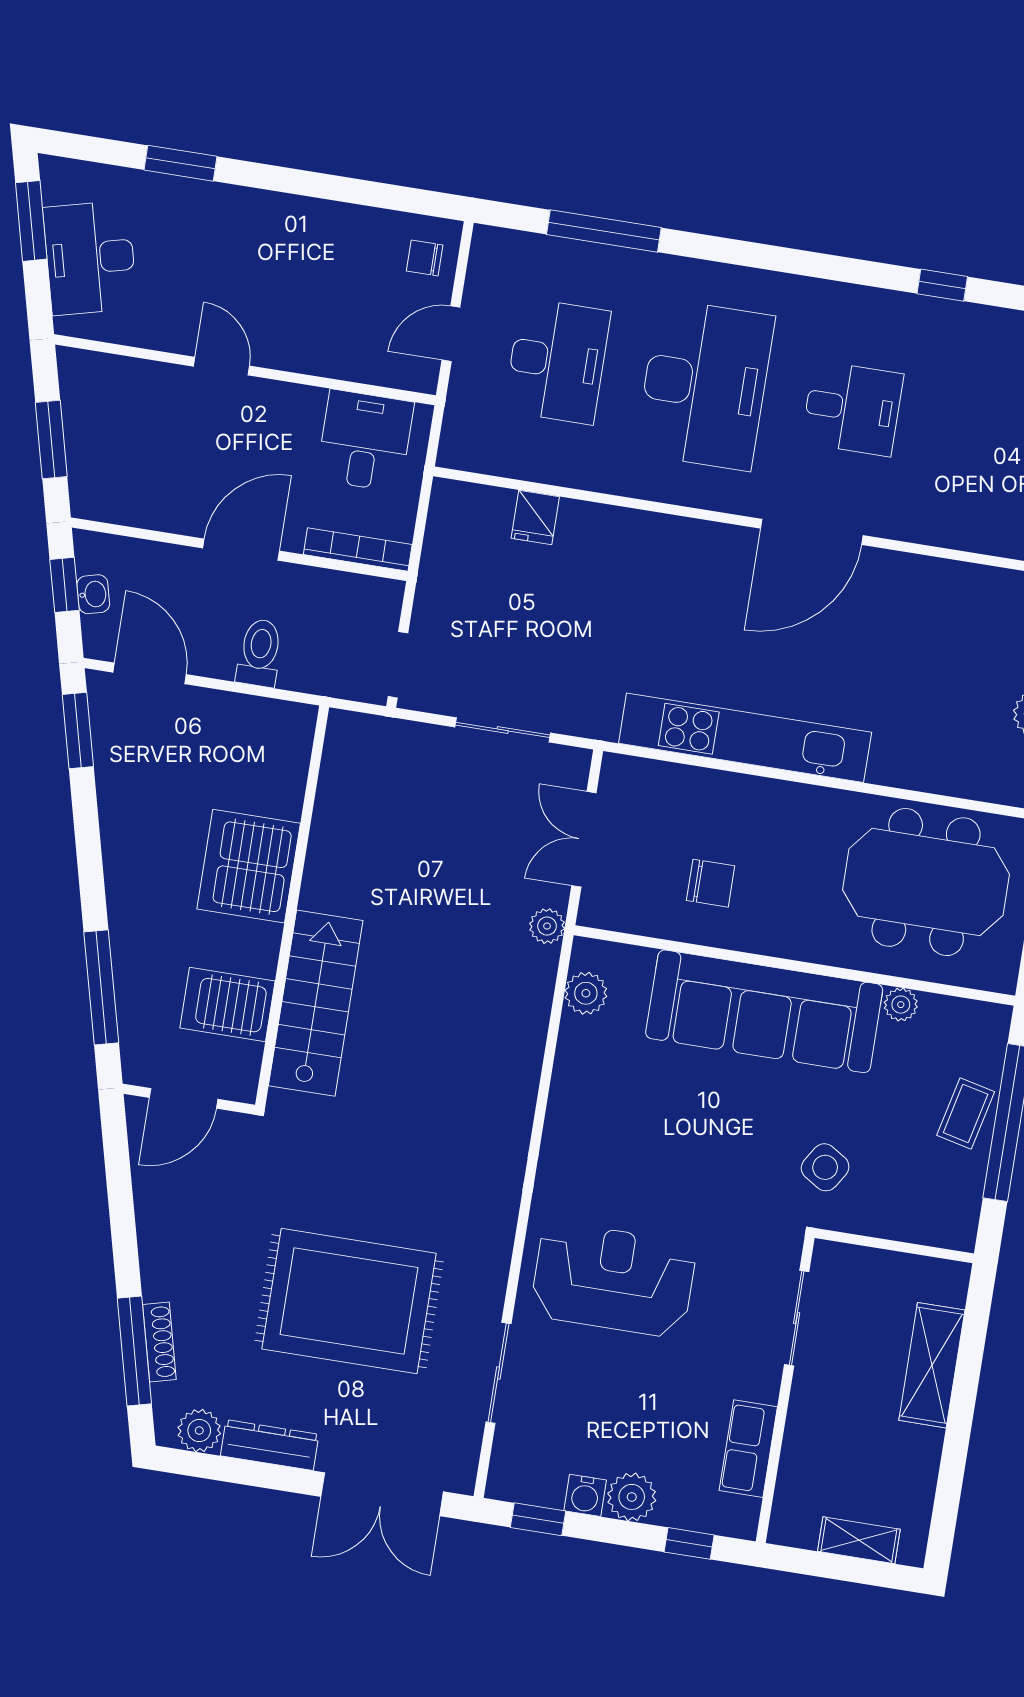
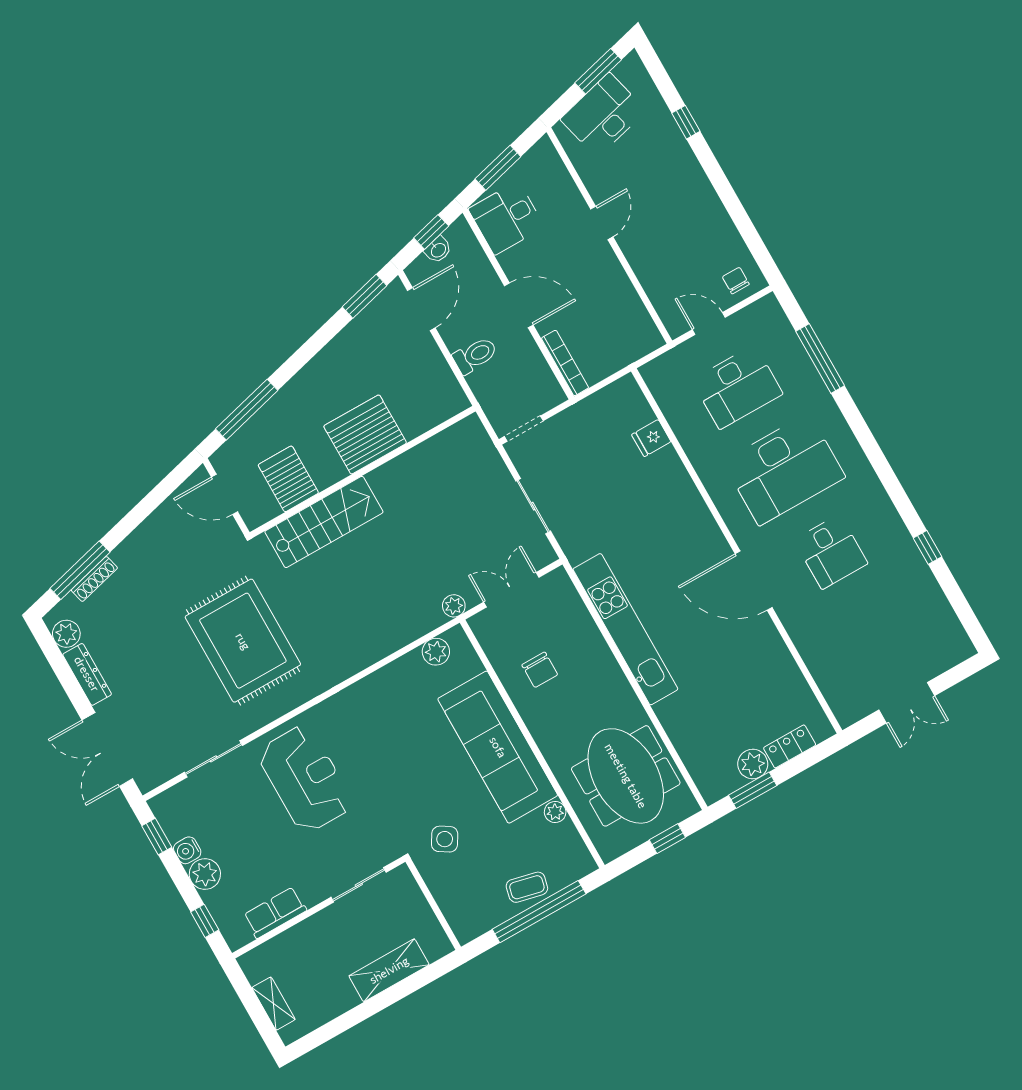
window: (181, 163) -> (686, 122), width x0.67
desk: (365, 441) -> (506, 218), moved, turned 180
rug: (349, 1301) -> (243, 641), moved

